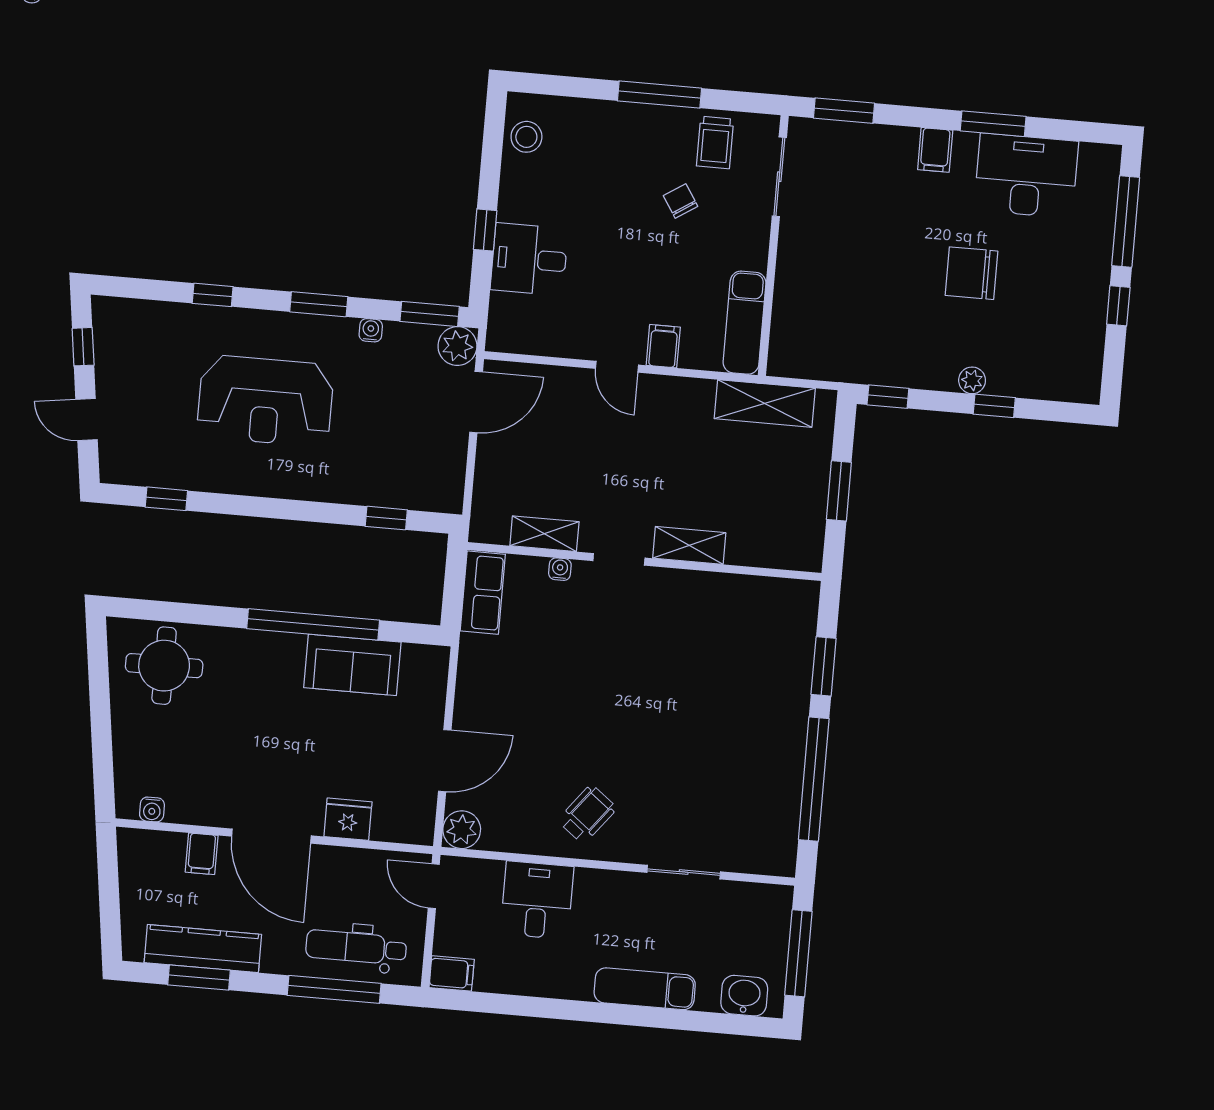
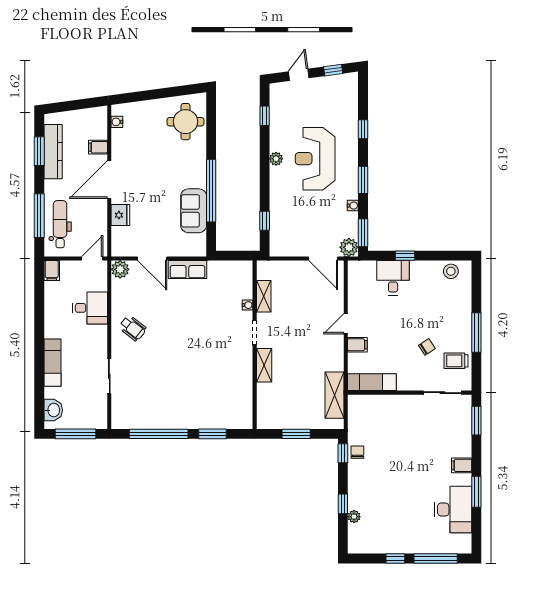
chair: (971, 273) -> (357, 452), moved, width x0.54, depth x0.54
plant: (972, 380) -> (354, 517), moved
plant: (258, 483) -> (276, 159), added
row of seats: (483, 593) -> (187, 269), moved

